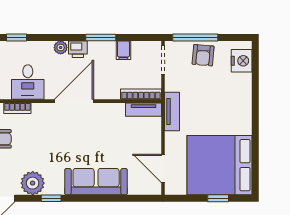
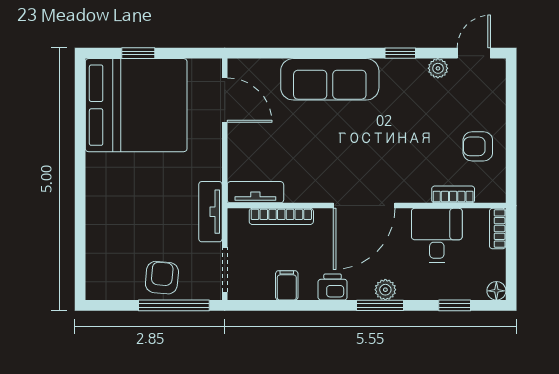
window: (101, 37) -> (380, 305), moved
printer: (78, 49) -> (333, 287), moved
nightstand: (242, 61) -> (102, 269), removed
bookcase: (141, 94) -> (281, 216), moved
tv unit: (172, 111) -> (210, 212), moved
plant: (33, 183) -> (438, 68), width x0.53, depth x0.53

